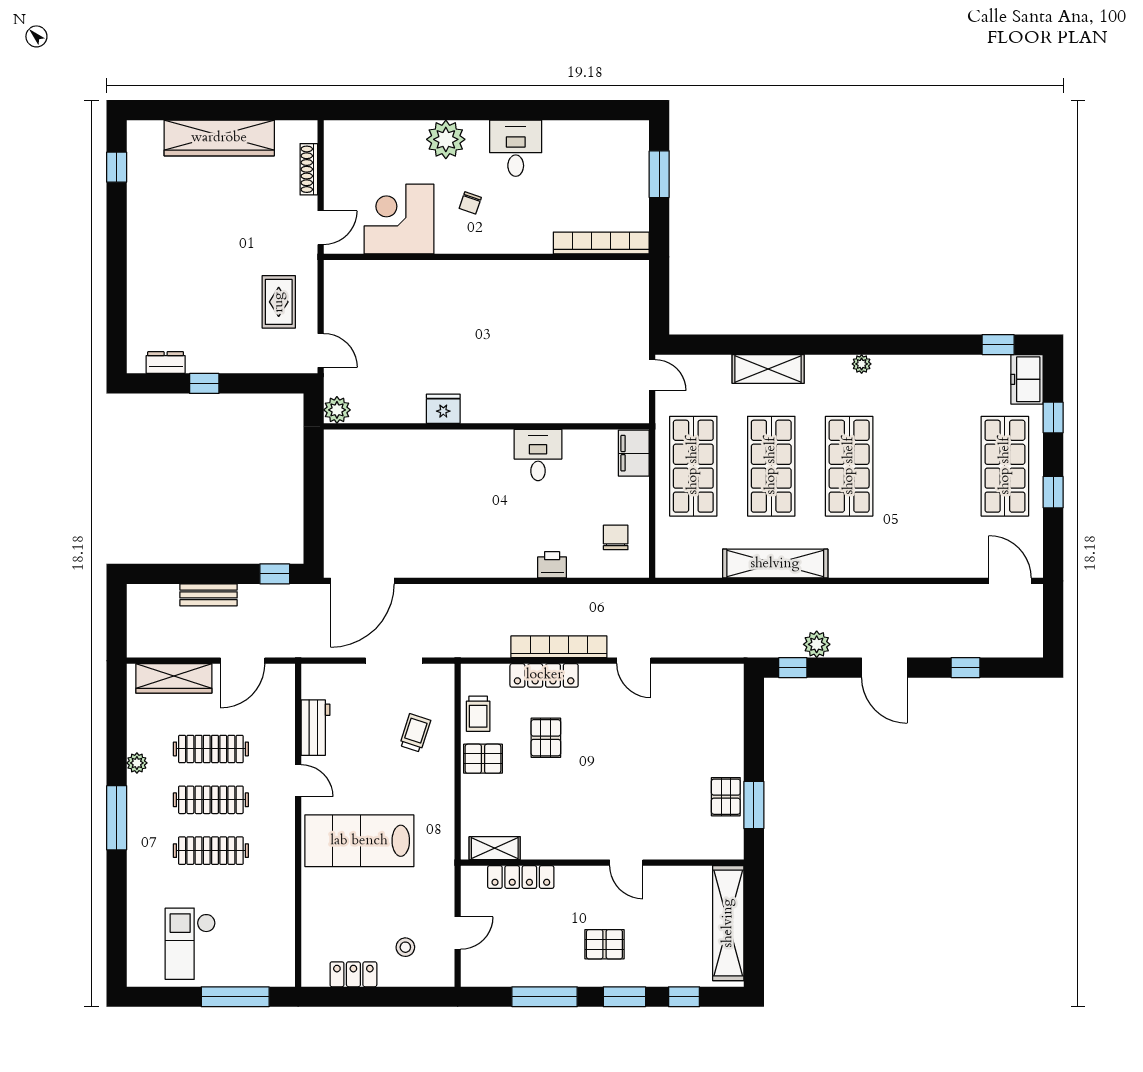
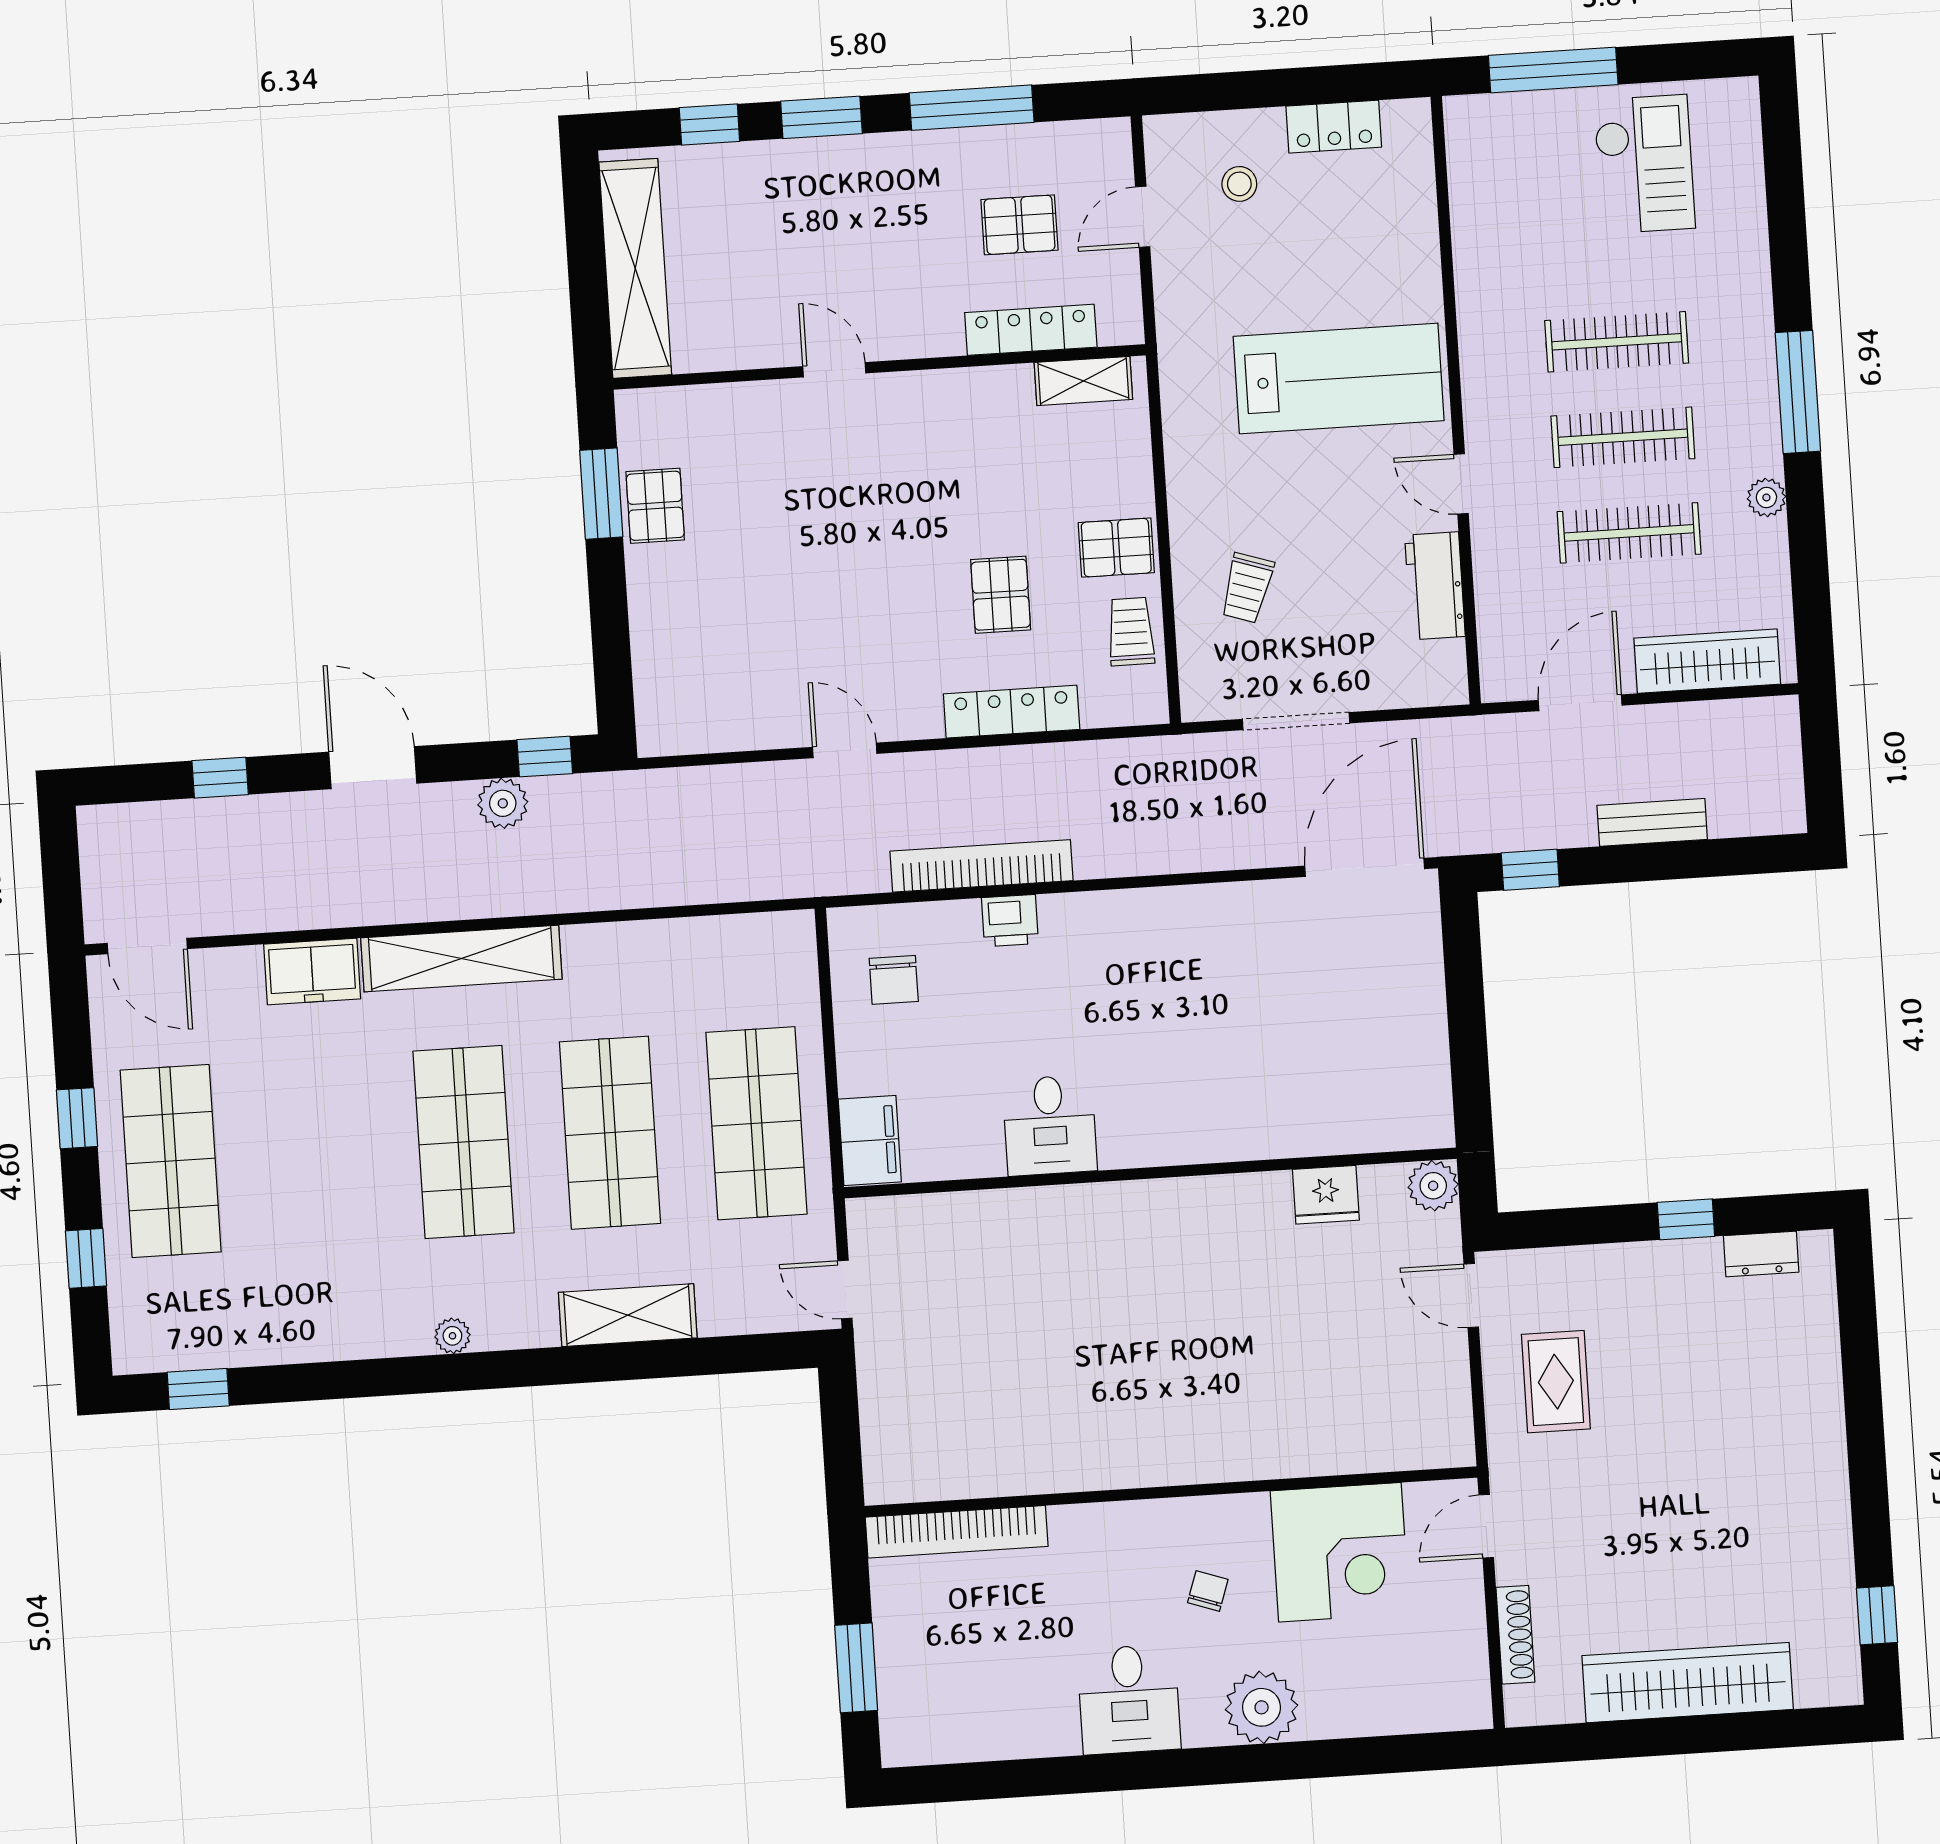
freezer: (1027, 379) -> (312, 971), moved, turned 90
fridge: (443, 409) -> (1326, 1195), moved
shelving: (775, 564) -> (461, 958), moved
bookcase: (559, 647) -> (982, 866), moved, turned 180
pallet: (604, 944) -> (1019, 225), moved

